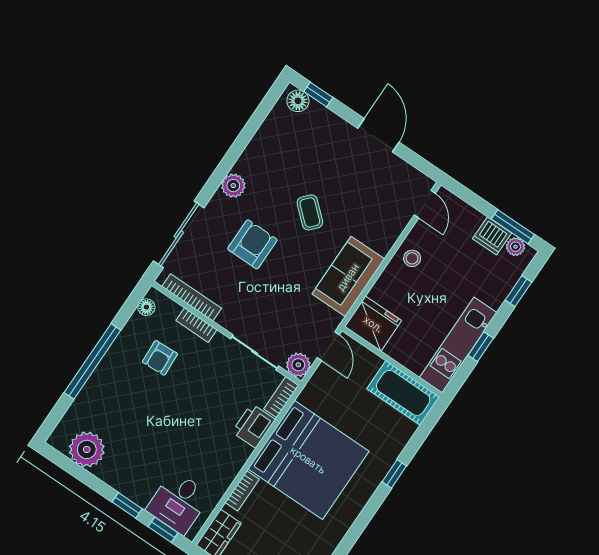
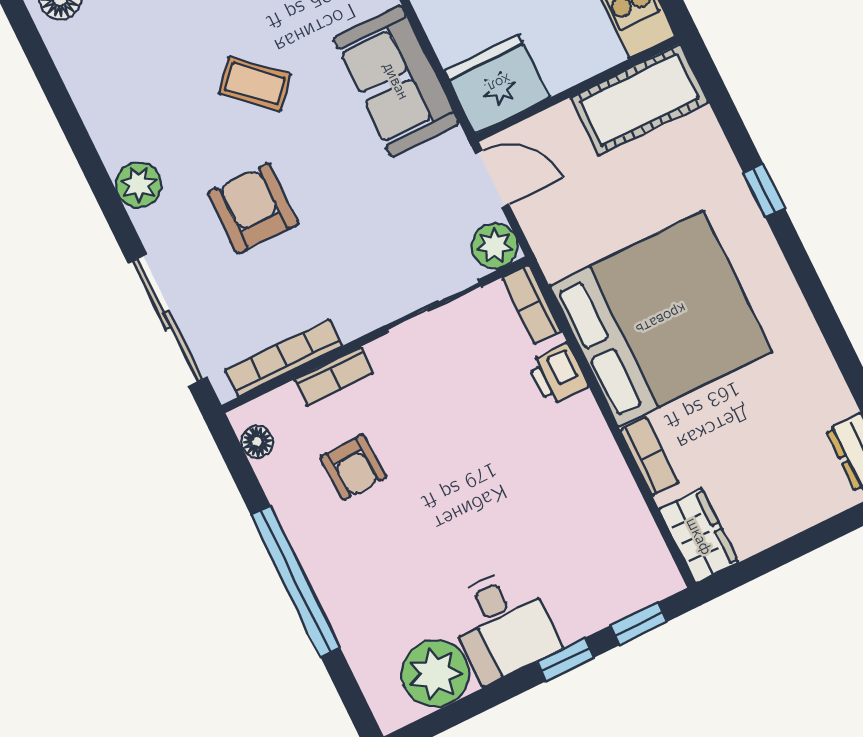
printer: (254, 426) -> (558, 374), width x0.73, depth x0.81
desk: (178, 502) -> (503, 624), moved

